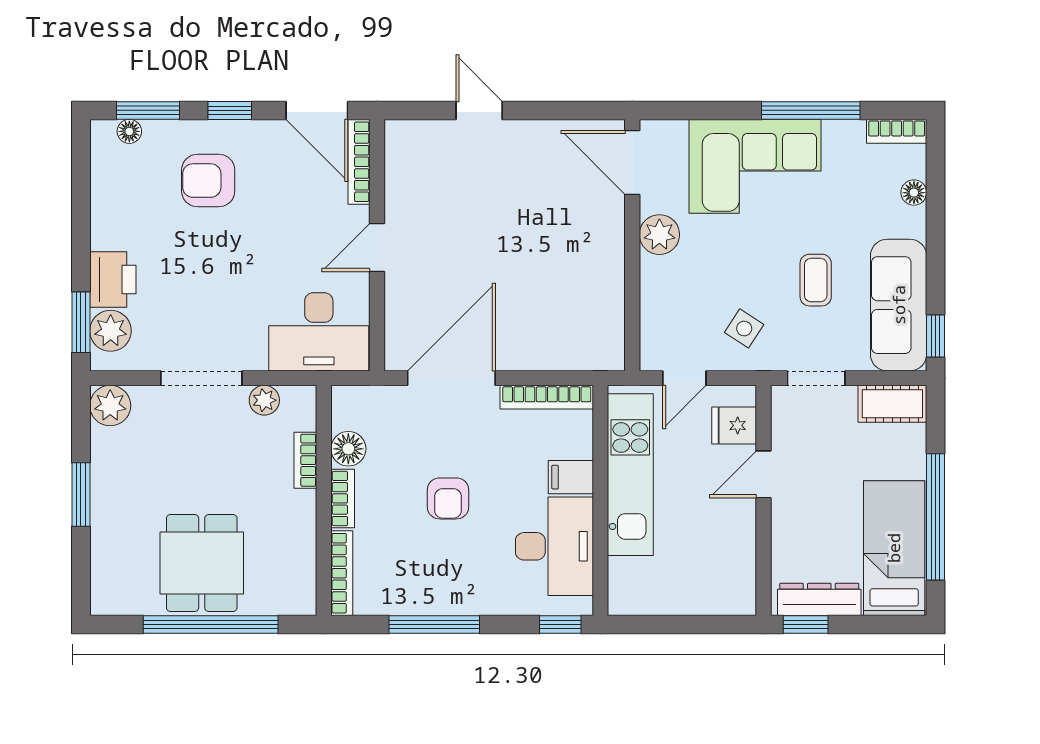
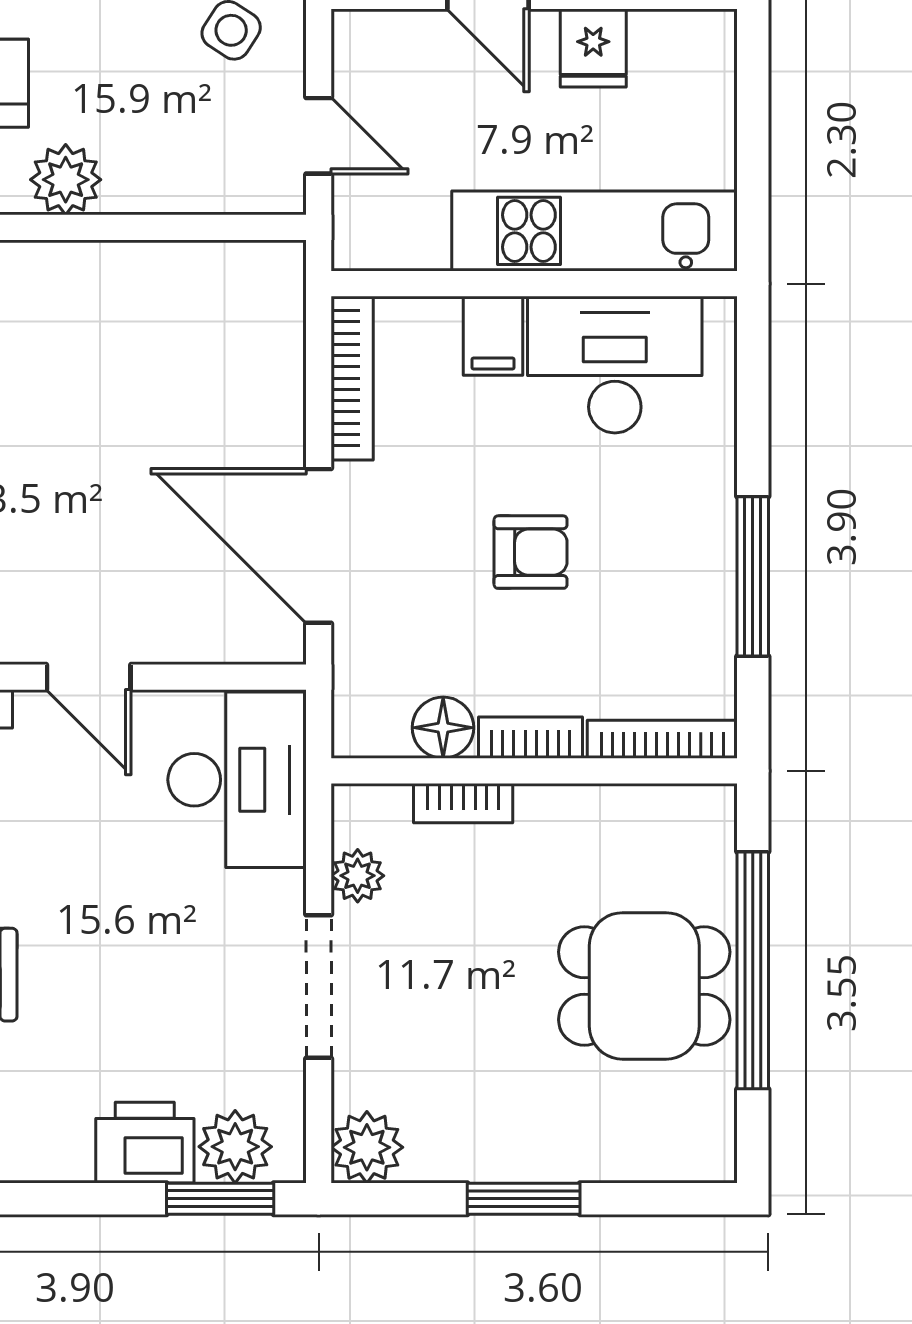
fridge: (734, 425) -> (593, 48), moved
kitchen unit: (630, 475) -> (595, 231), moved
window: (560, 625) -> (753, 354), removed

